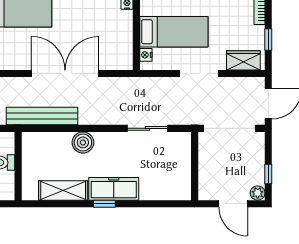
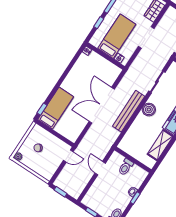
bench: (42, 116) -> (129, 111), moved
boiler: (83, 142) -> (149, 110), moved

